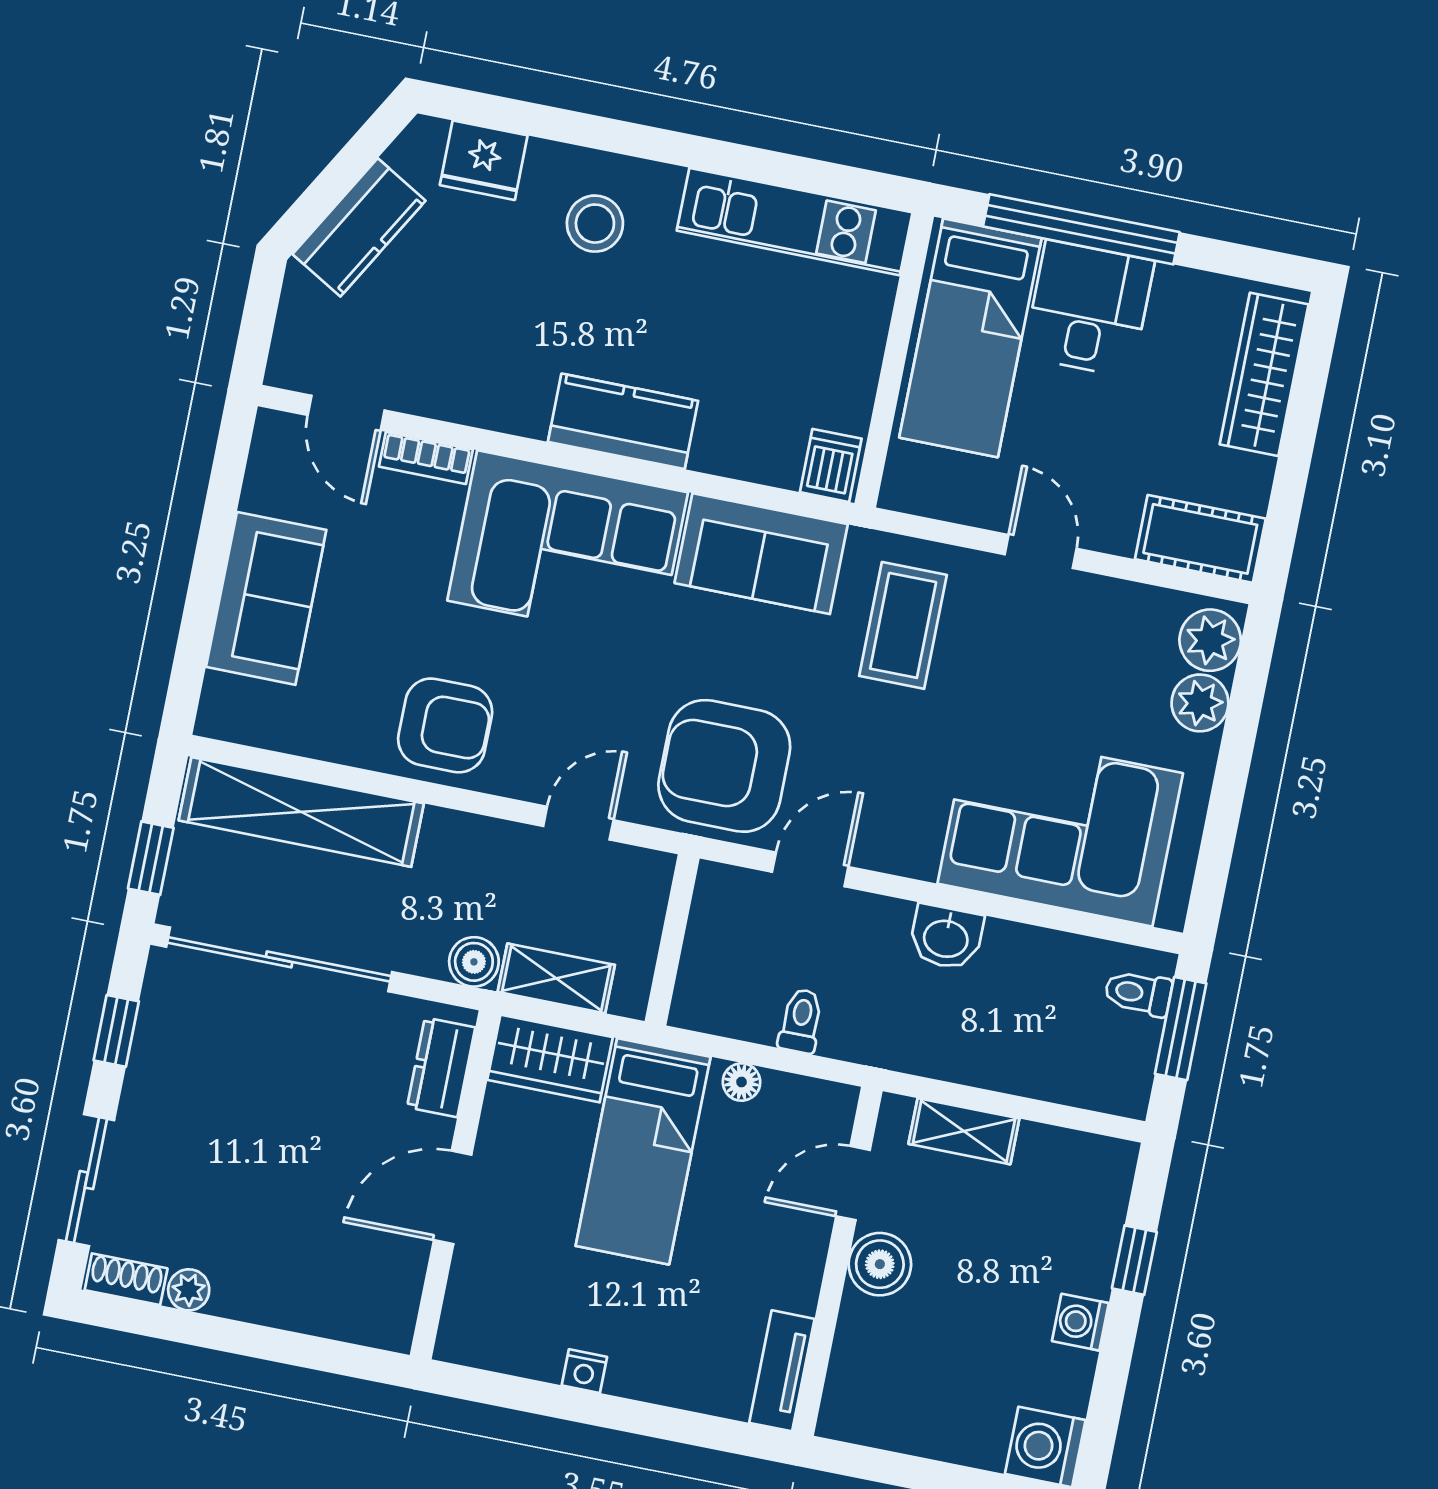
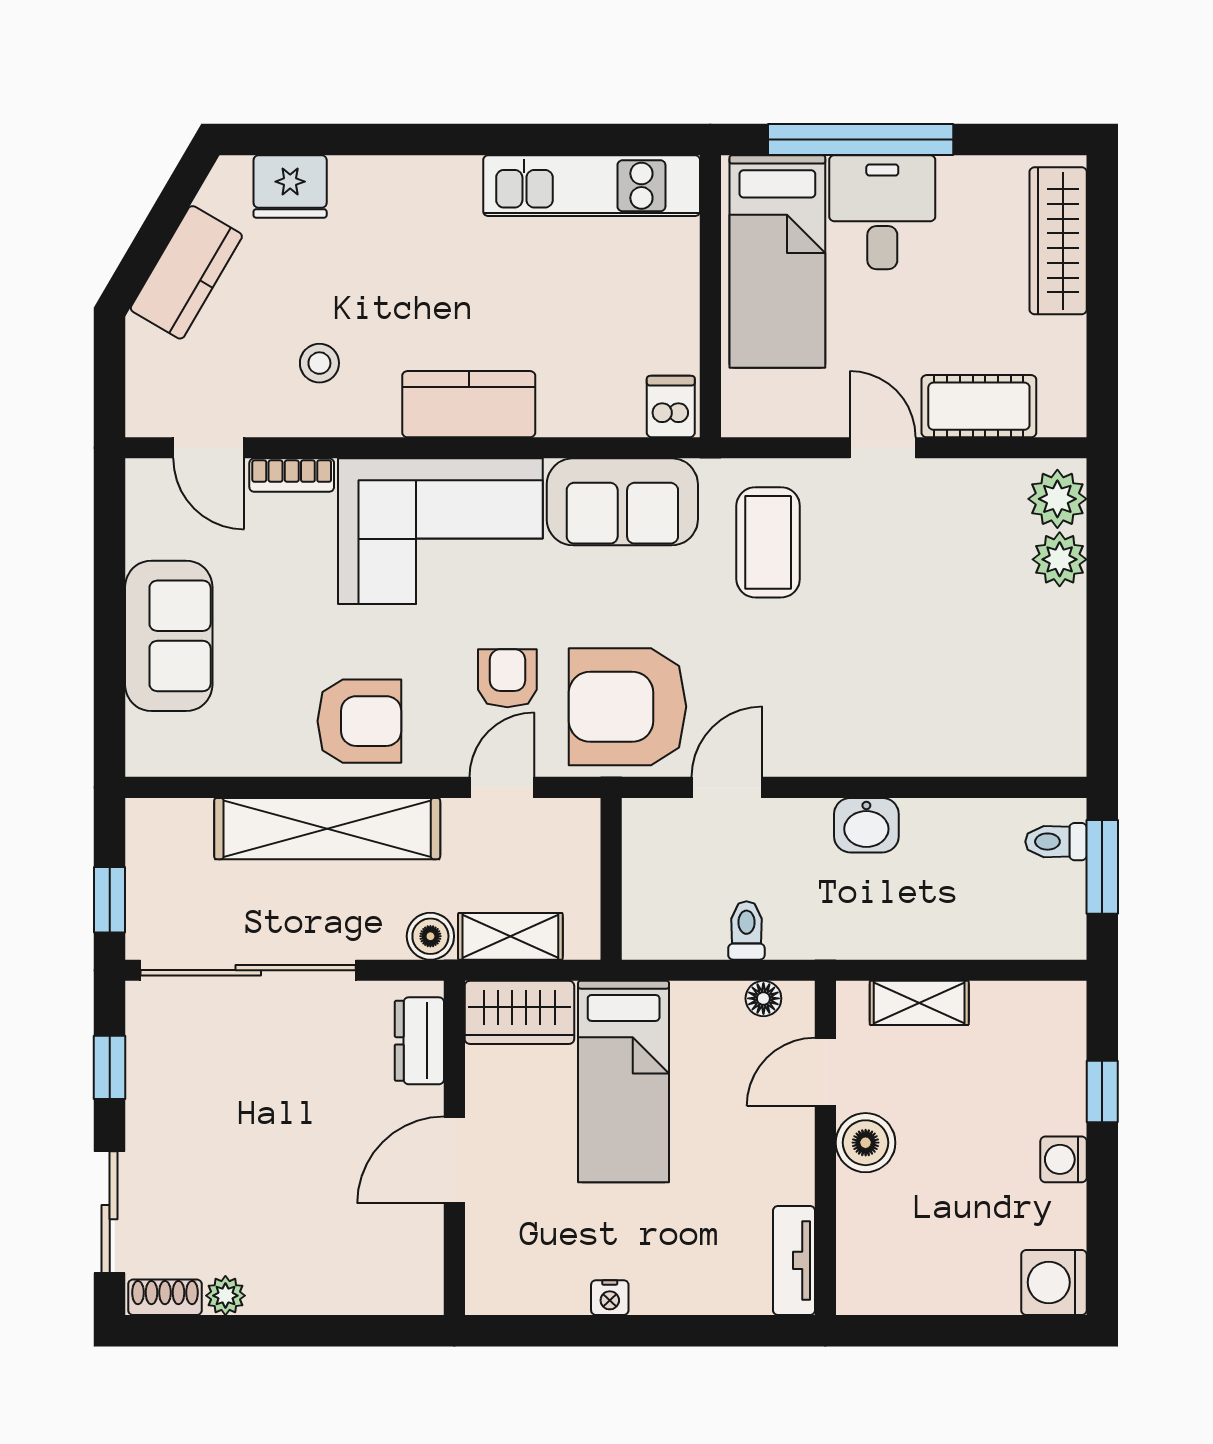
stool: (595, 224) -> (319, 363), moved, width x0.73, depth x0.73
cot: (1200, 539) -> (979, 406), moved
armchair: (606, 712) -> (507, 678), added
shelving: (301, 812) -> (327, 829), moved
corner sofa: (1060, 828) -> (953, 702), removed
floor lamp: (741, 1082) -> (763, 998), moved

